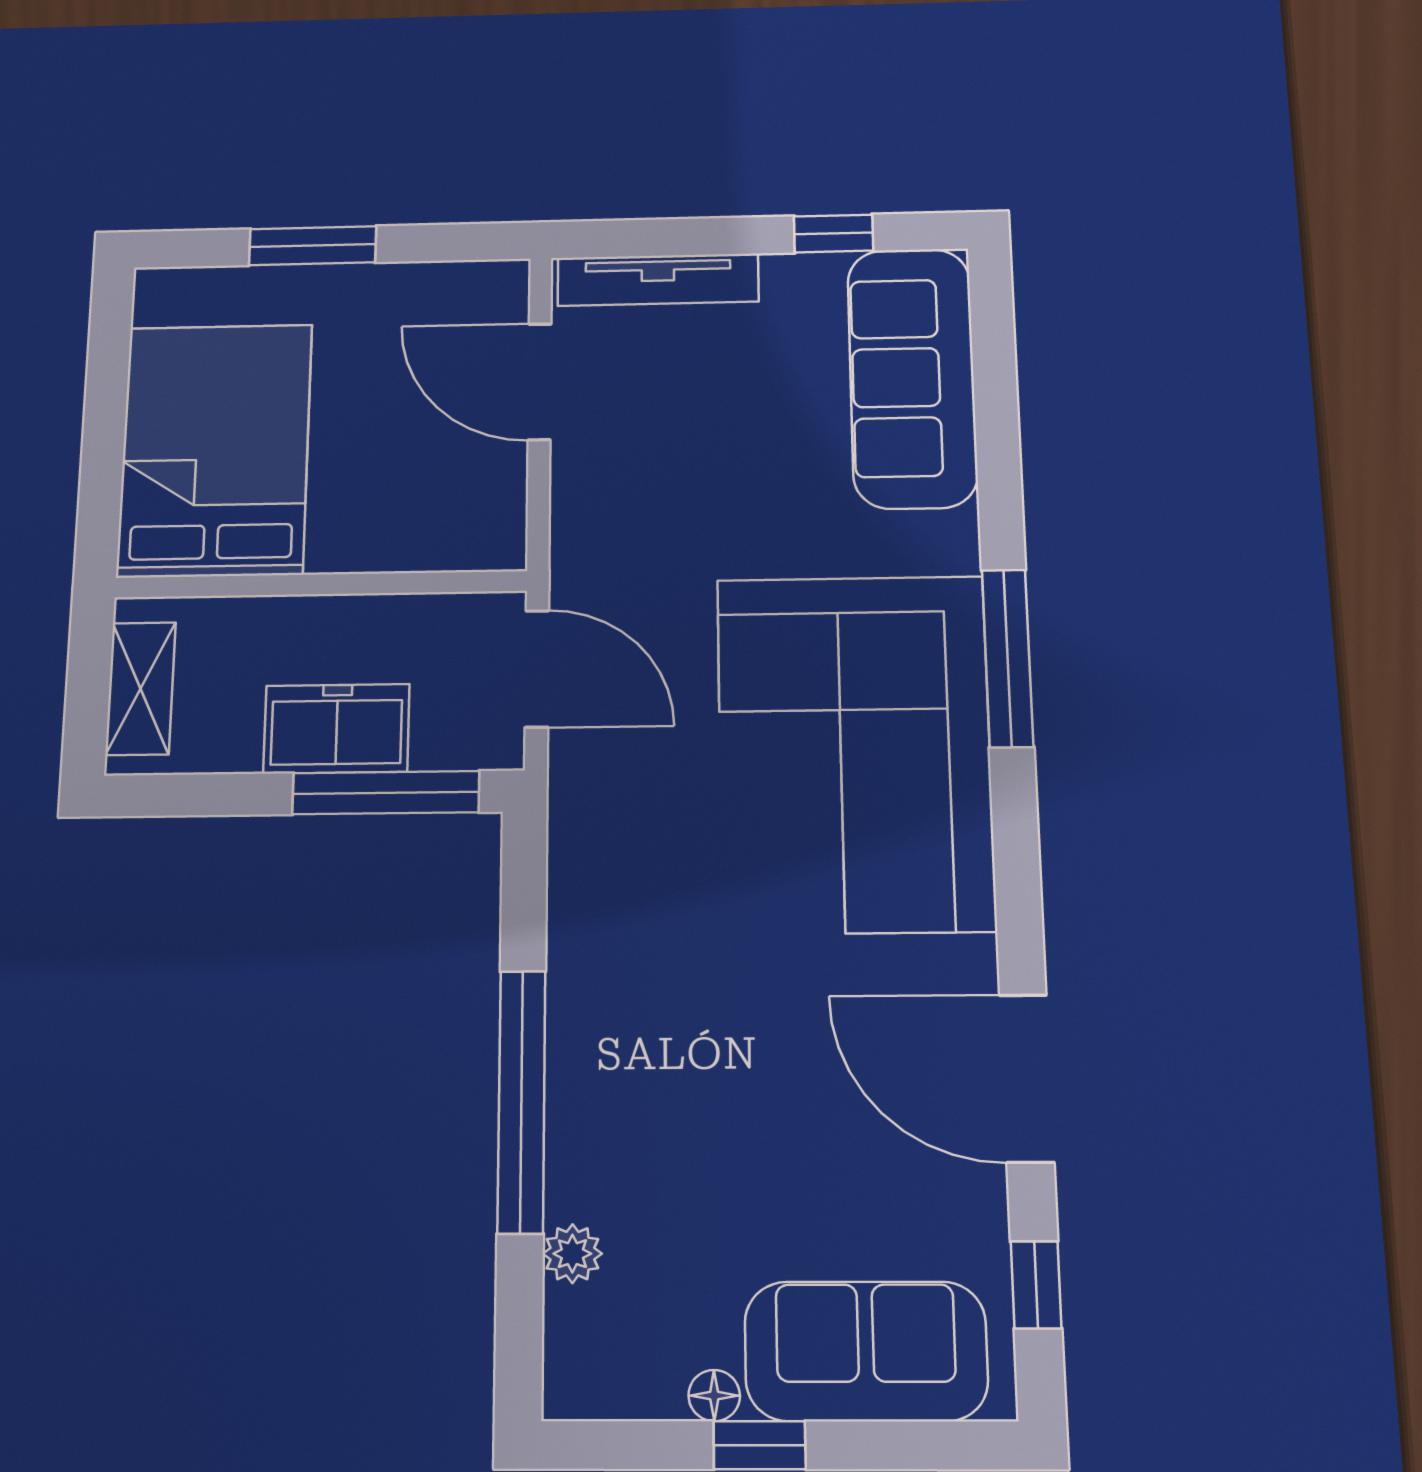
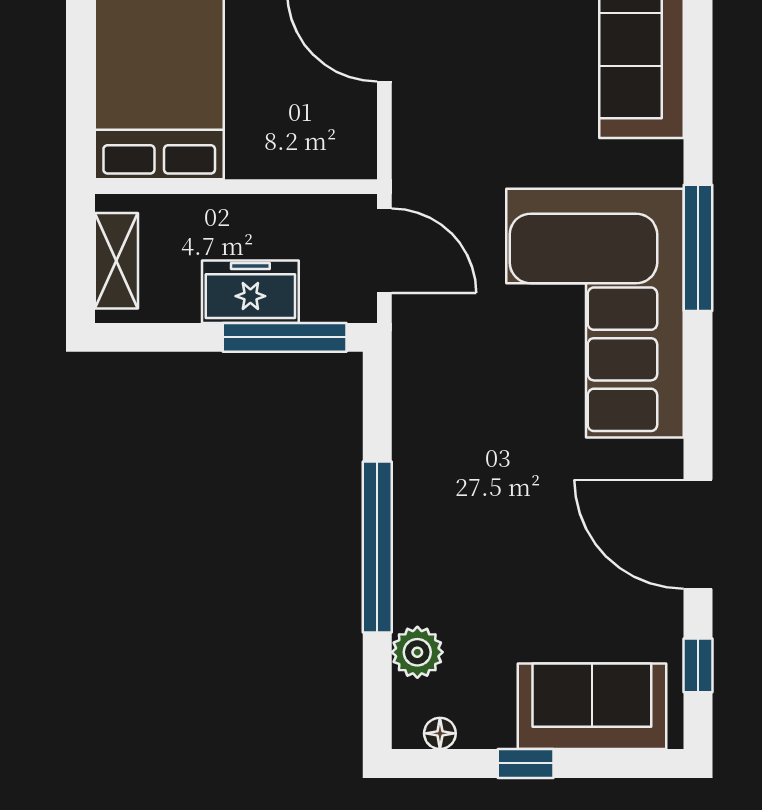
plant: (572, 1254) -> (417, 652), width x1.38, depth x1.38
floor lamp: (714, 1396) -> (440, 733), moved

